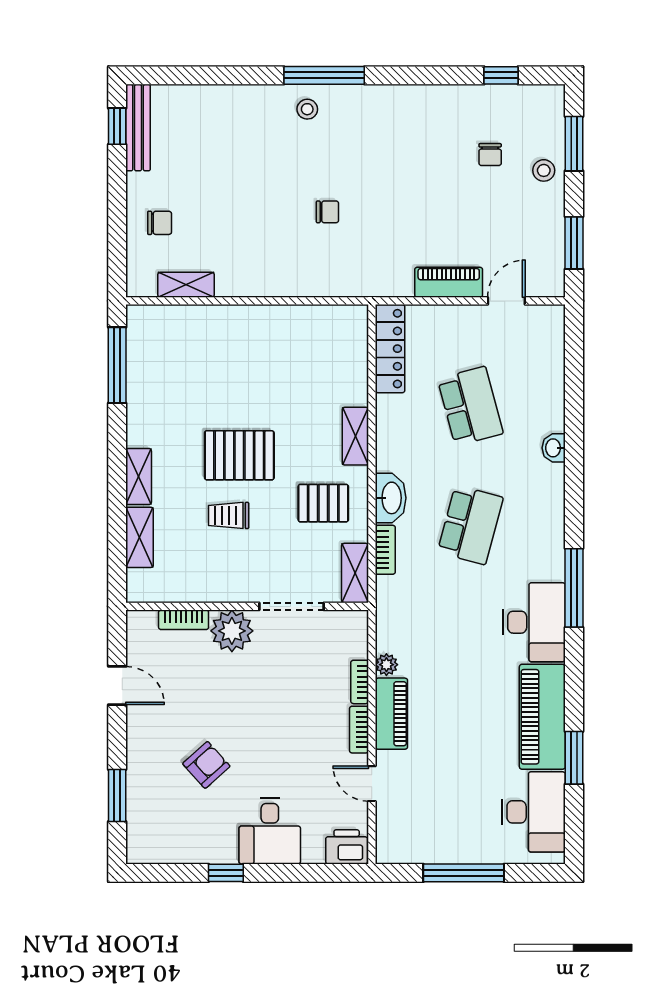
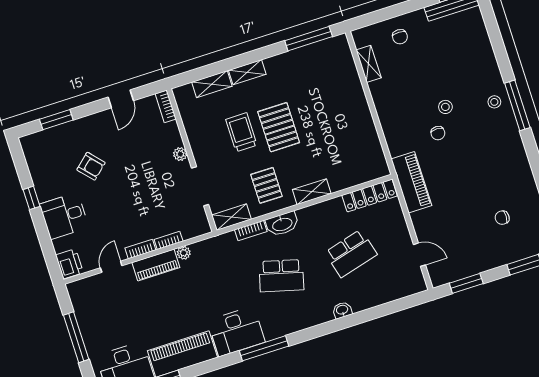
stool: (544, 170) -> (445, 107), moved
piano: (449, 282) -> (411, 182), moved, width x1.37, depth x1.33
trolley: (229, 515) -> (241, 132), width x1.36, depth x1.39
bookcase: (184, 620) -> (166, 106), moved
plant: (232, 631) -> (180, 154), width x0.53, depth x0.53

